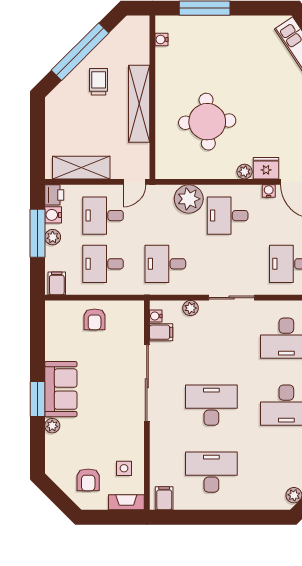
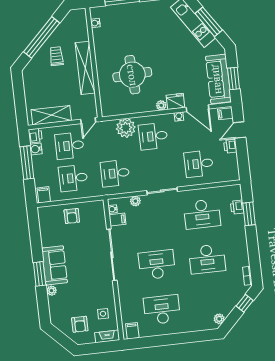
plant: (53, 237) -> (37, 164), removed

